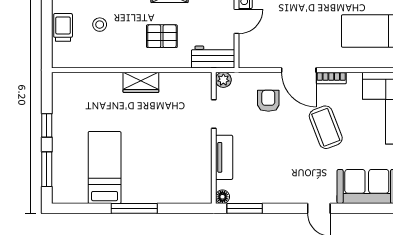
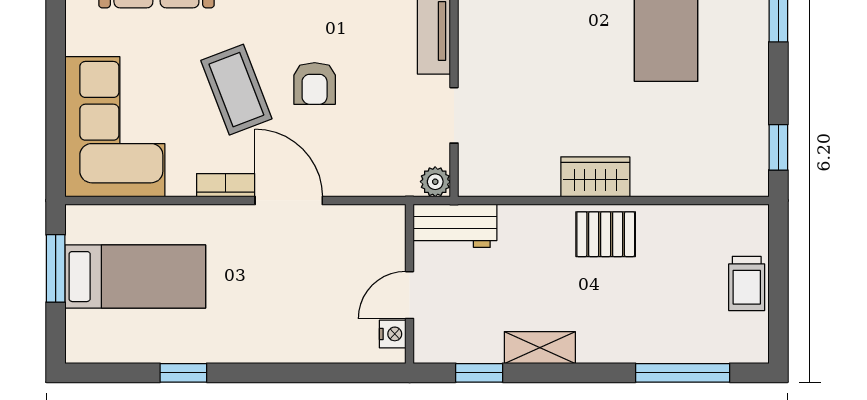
stool: (100, 25) -> (676, 289), removed
pallet: (162, 36) -> (606, 234), moved
armchair: (268, 101) -> (315, 83), moved
window: (47, 125) -> (778, 147), moved

